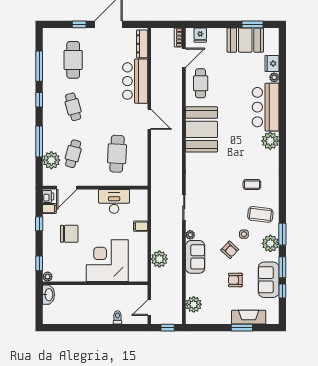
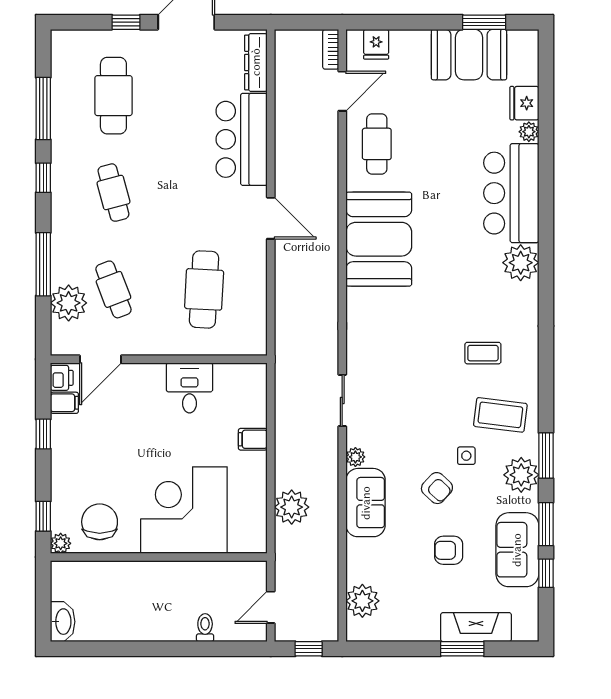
cafe table: (73, 154) -> (113, 289), turned -36
desk: (114, 201) -> (189, 388), width x0.73
chair: (69, 234) -> (100, 522), moved, turned -90
washbasin: (49, 295) -> (63, 622), moved

